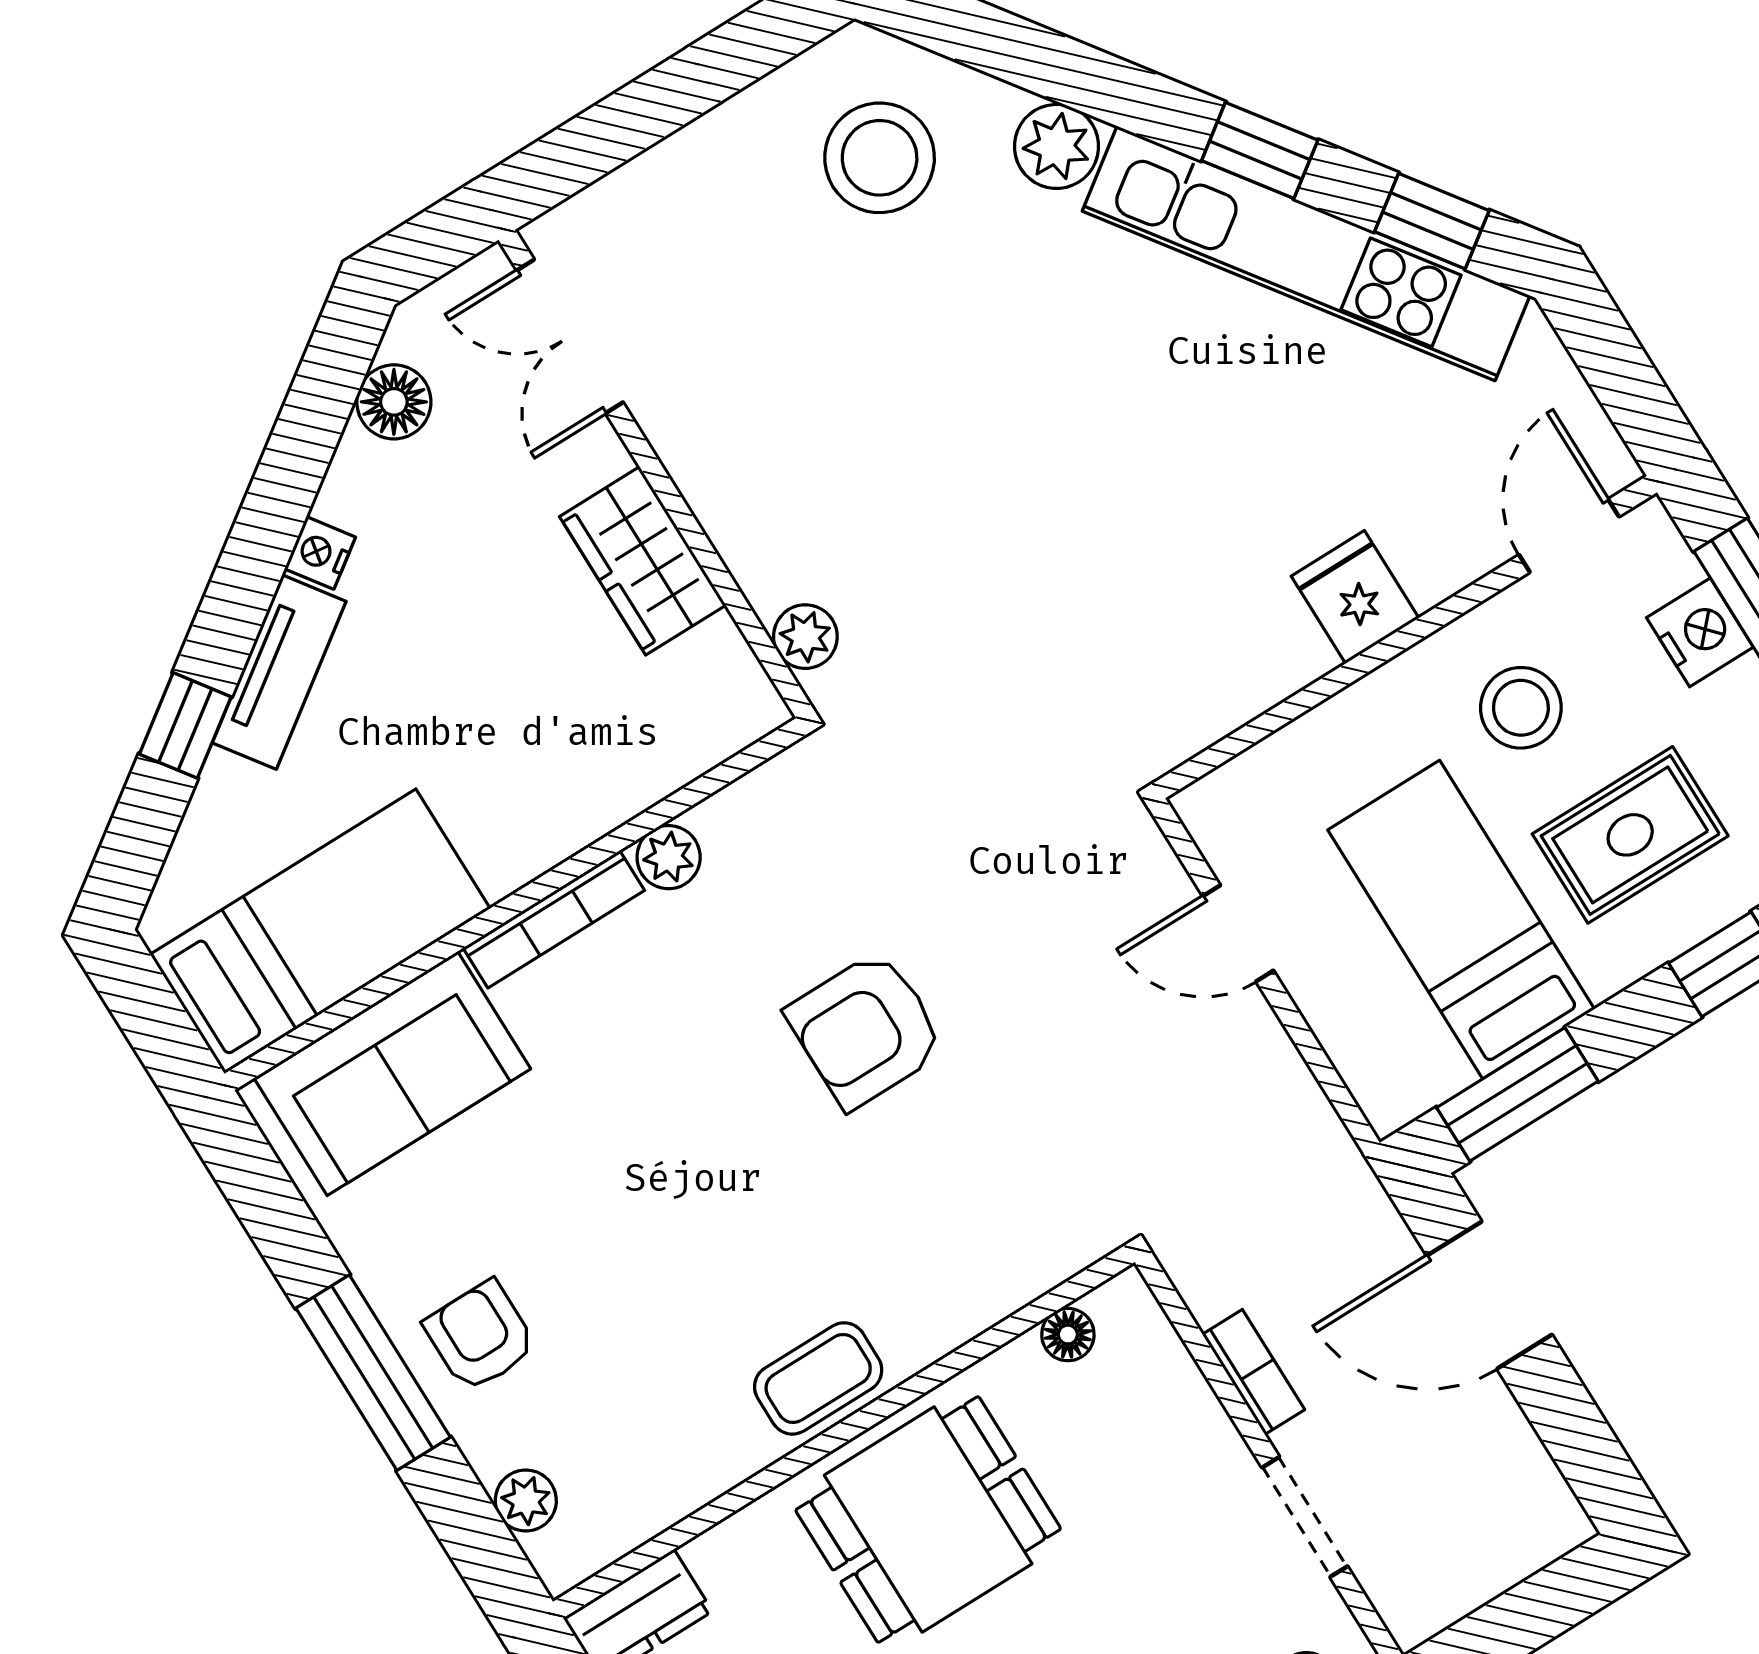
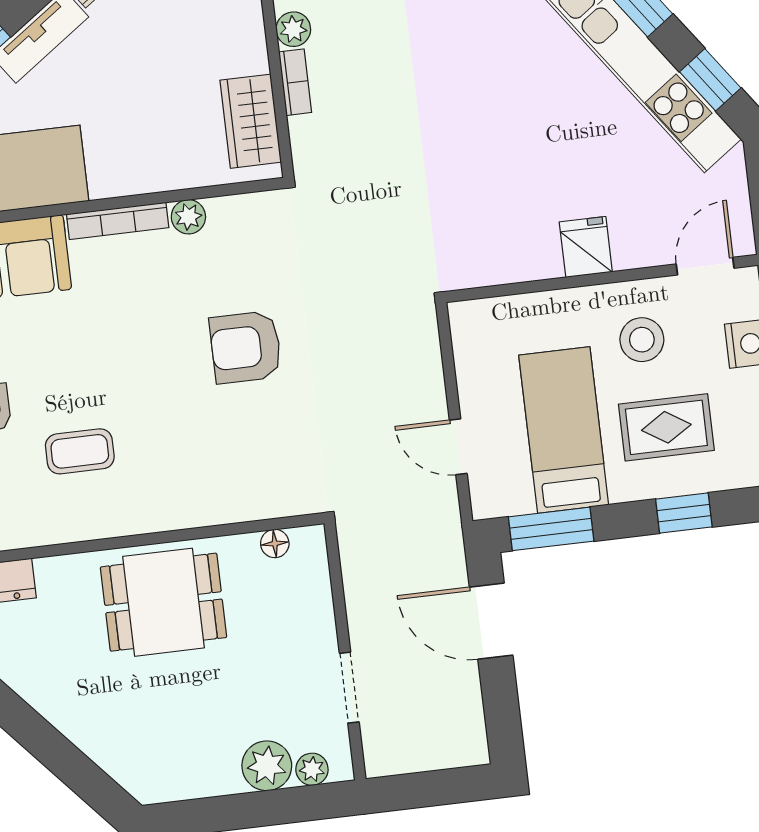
wardrobe: (643, 561) -> (251, 121), moved
plant: (805, 637) -> (293, 29), moved
door: (1238, 933) -> (458, 447), moved
bookcase: (1253, 1372) -> (295, 82), moved
coffee table: (818, 1378) -> (80, 451), moved

